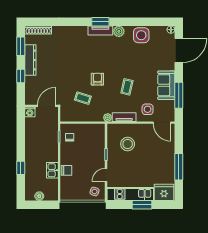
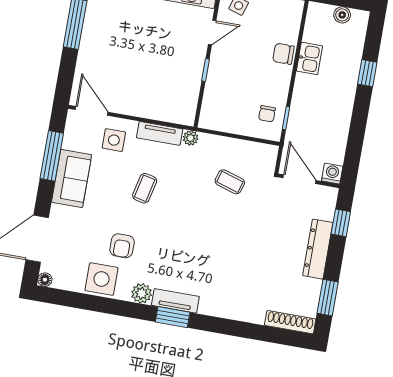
dresser: (30, 60) -> (318, 249), moved
window: (21, 76) -> (341, 223), moved
armchair: (97, 79) -> (122, 246), moved
door: (46, 106) -> (300, 179), swing flipped
stool: (128, 144) -> (162, 82), removed

